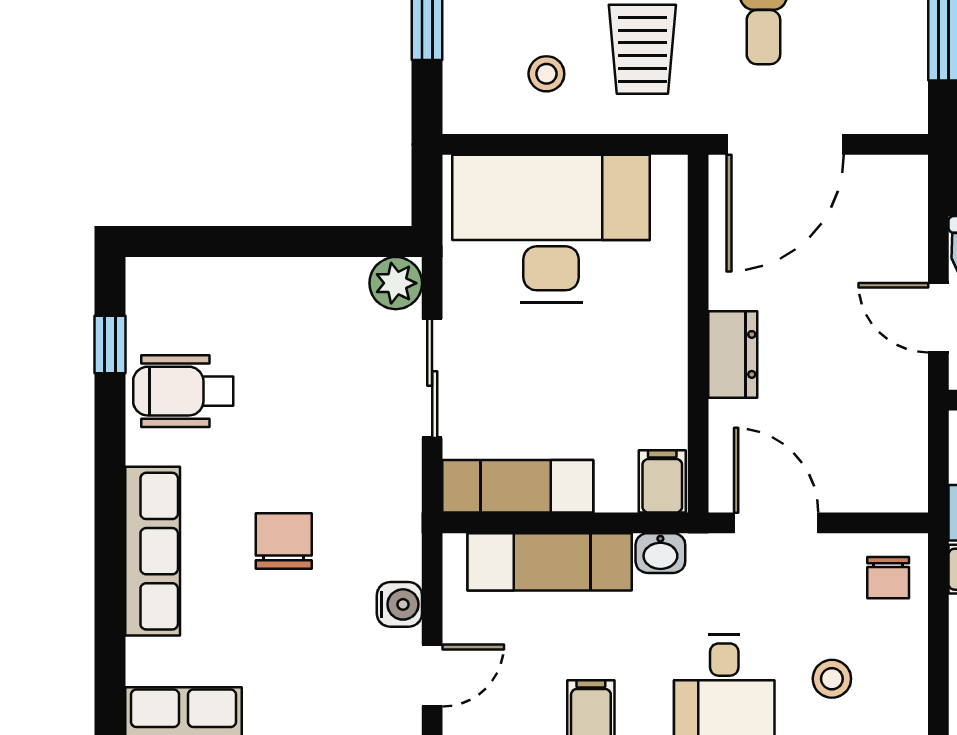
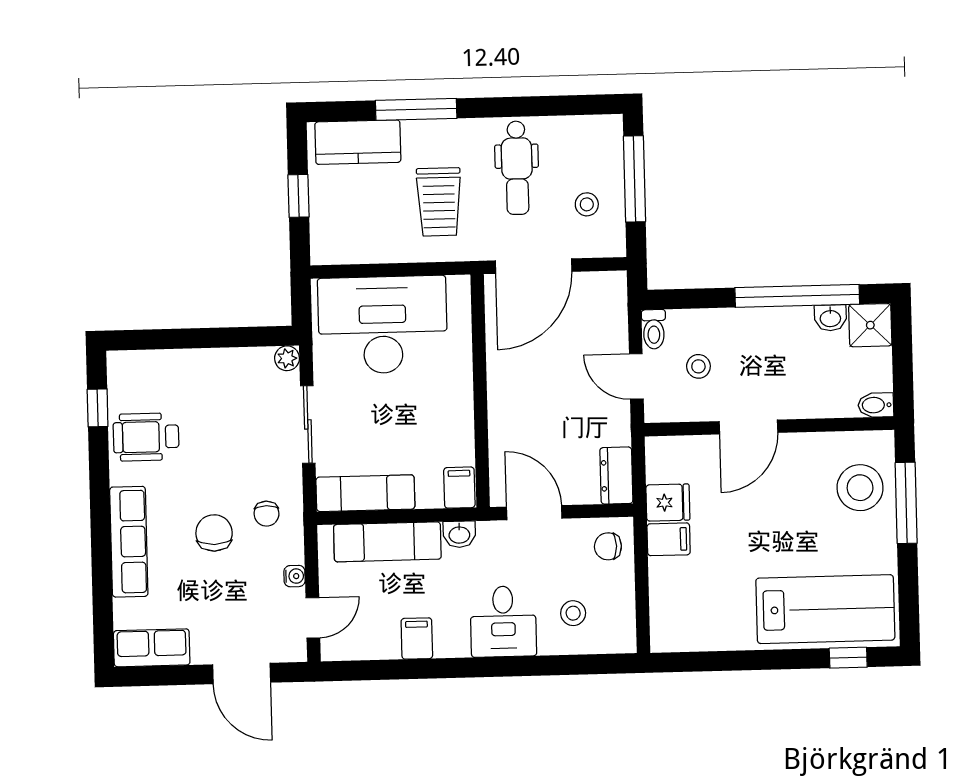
stool: (546, 74) -> (587, 204), moved
plant: (396, 283) -> (287, 358), width x0.73, depth x0.73
dresser: (733, 354) -> (616, 476), moved, turned 180
chair: (365, 514) -> (266, 514), added
chair: (888, 578) -> (608, 546), turned 90
water cooler: (399, 604) -> (295, 576), width x0.72, depth x0.72

